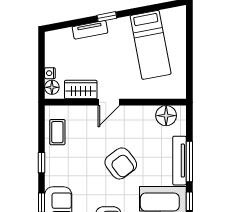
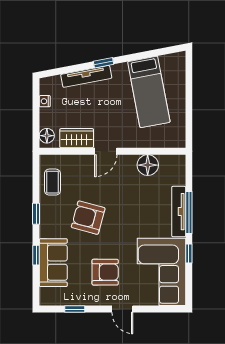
tv unit: (90, 30) -> (86, 76), width x1.41
nightstand: (50, 73) -> (45, 101), moved
floor lamp: (166, 116) -> (148, 165), moved
armchair: (121, 163) -> (88, 218), moved, turned 142

